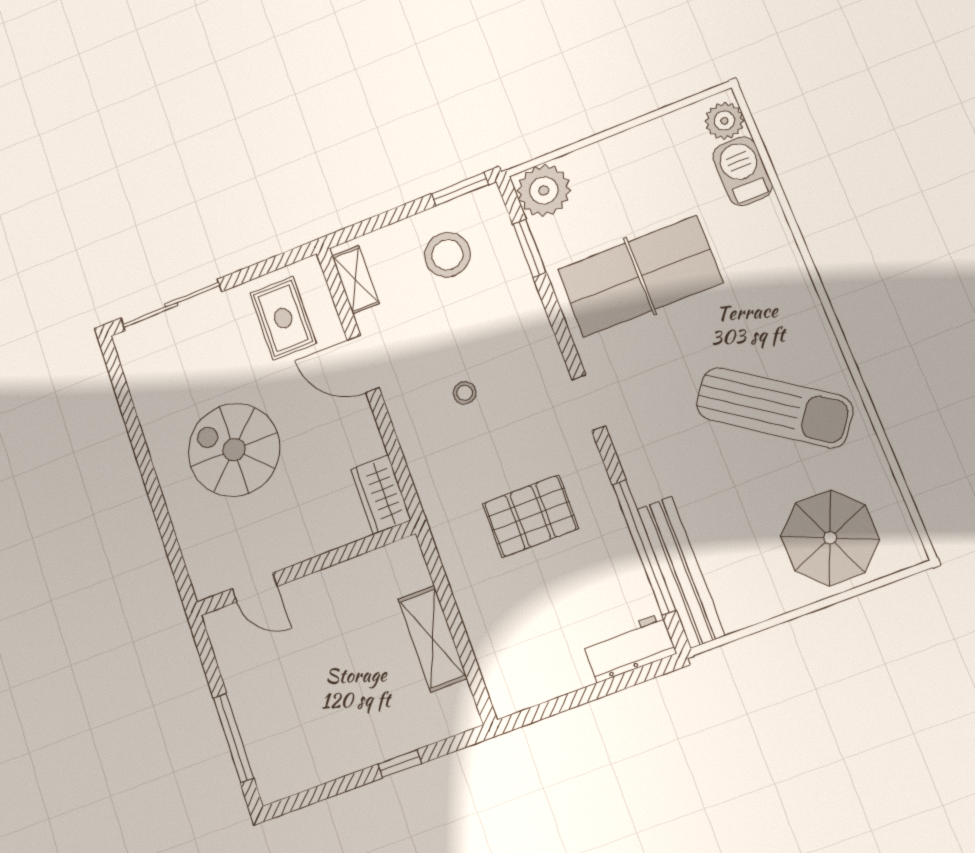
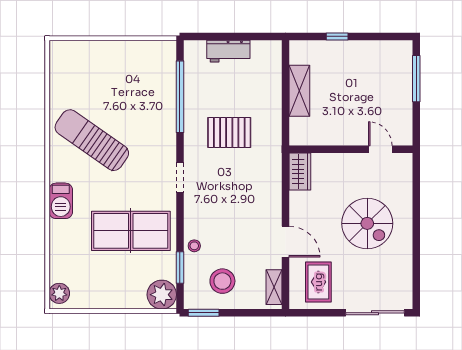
barbecue: (742, 171) -> (61, 201), moved
stool: (465, 393) -> (194, 246), moved
parasol: (830, 538) -> (91, 68), removed
bench: (681, 572) -> (167, 78), removed
workbench: (629, 648) -> (228, 51), moved

